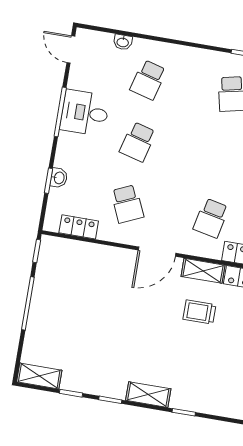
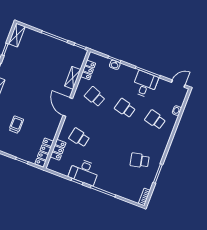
school desk: (127, 204) -> (95, 97), turned 45
shelving: (203, 271) -> (73, 78), moved
trolley: (199, 312) -> (16, 125), moved

